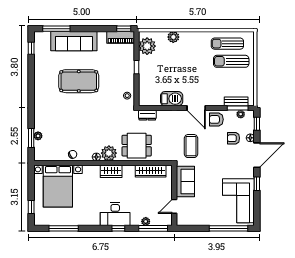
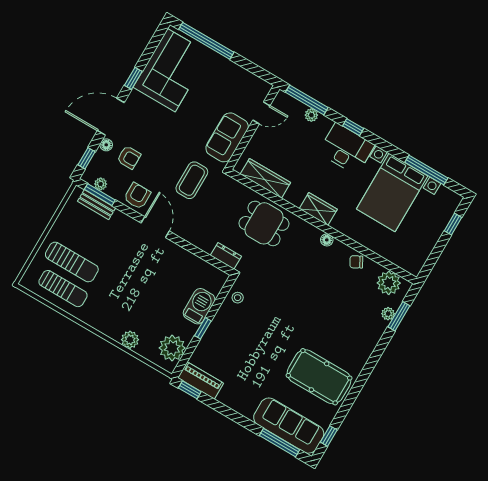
sofa: (74, 41) -> (289, 426), moved
pool table: (79, 81) -> (319, 377), moved
barbecue: (172, 99) -> (199, 306), moved, turned 90
armchair: (216, 119) -> (137, 196), turned -90
plant: (109, 153) -> (389, 283), moved
bed with nightstands: (58, 186) -> (392, 192), moved, turned 180

